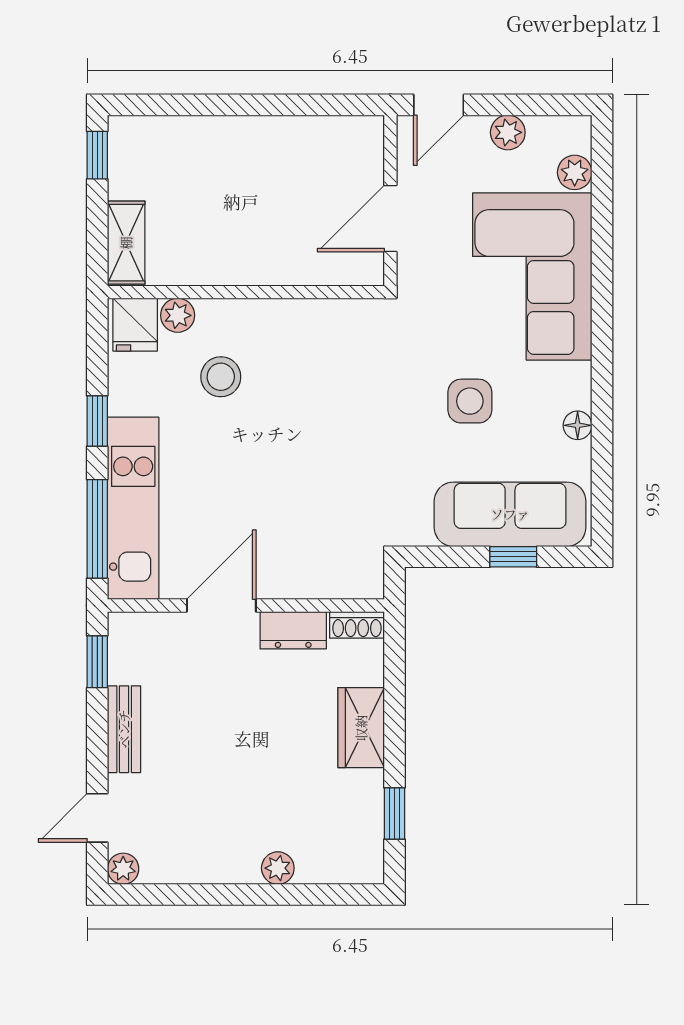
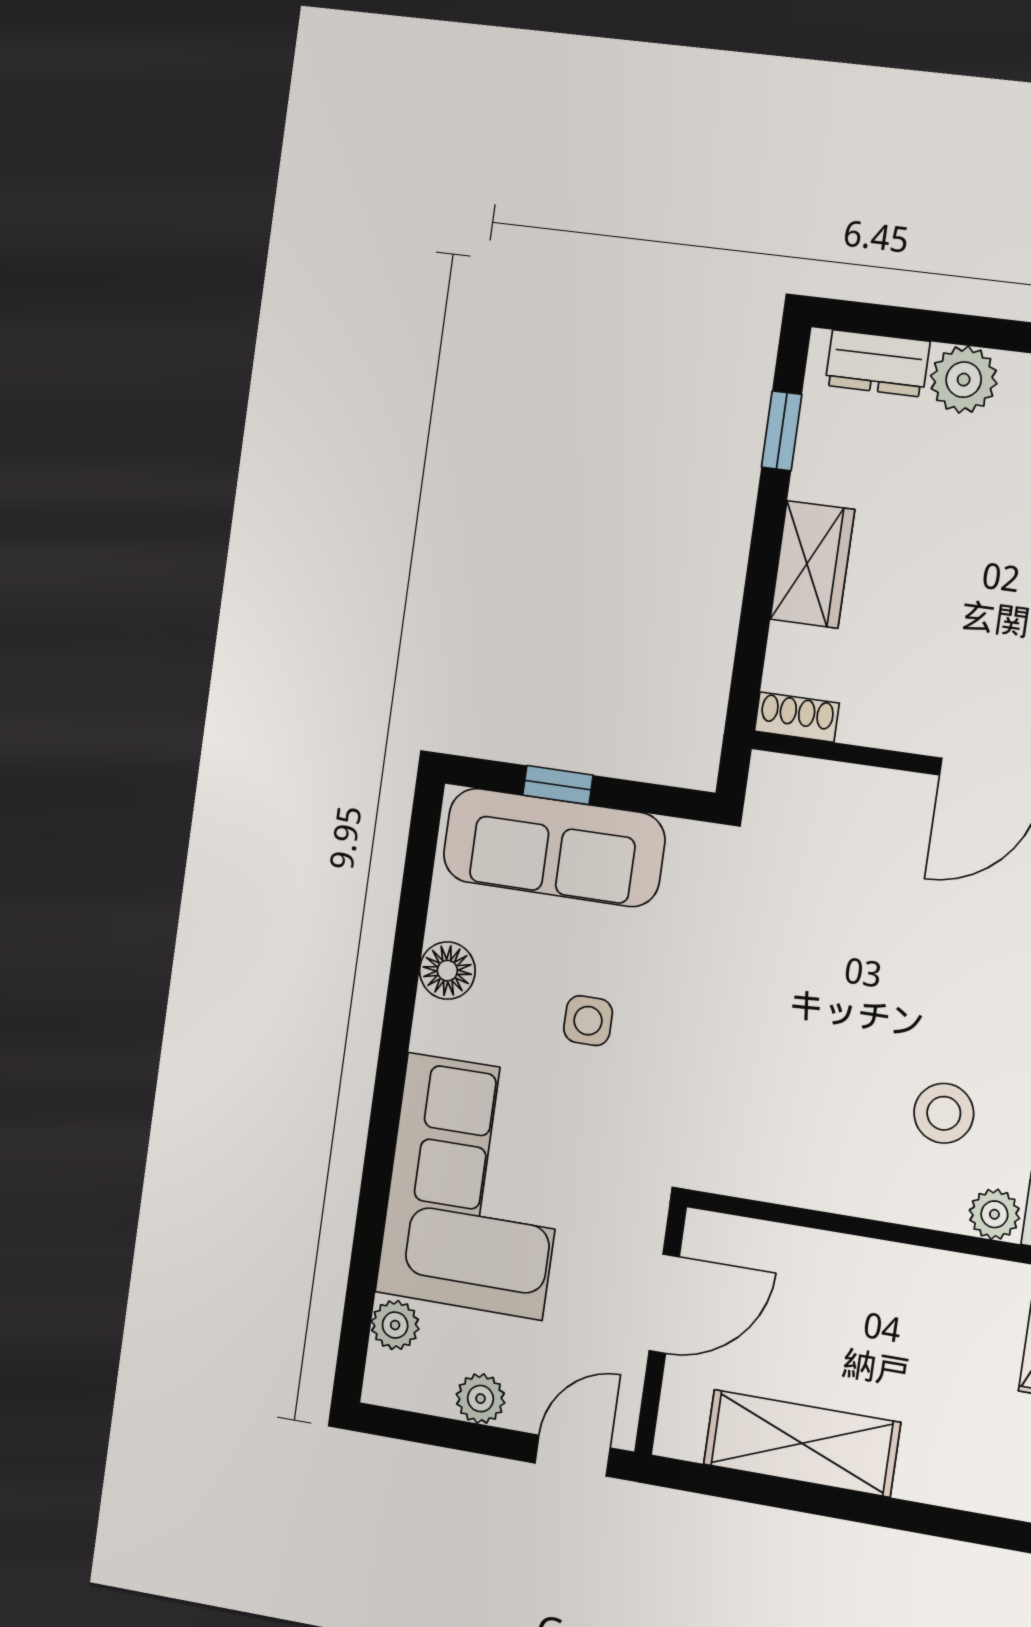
shelving: (284, 141) -> (802, 1443), added
side table: (470, 401) -> (588, 1021), width x0.73, depth x0.73
floor lamp: (578, 425) -> (447, 971), width x1.37, depth x1.37
dresser: (293, 630) -> (877, 363), moved, turned 180
plant: (278, 868) -> (964, 380), width x1.38, depth x1.38

